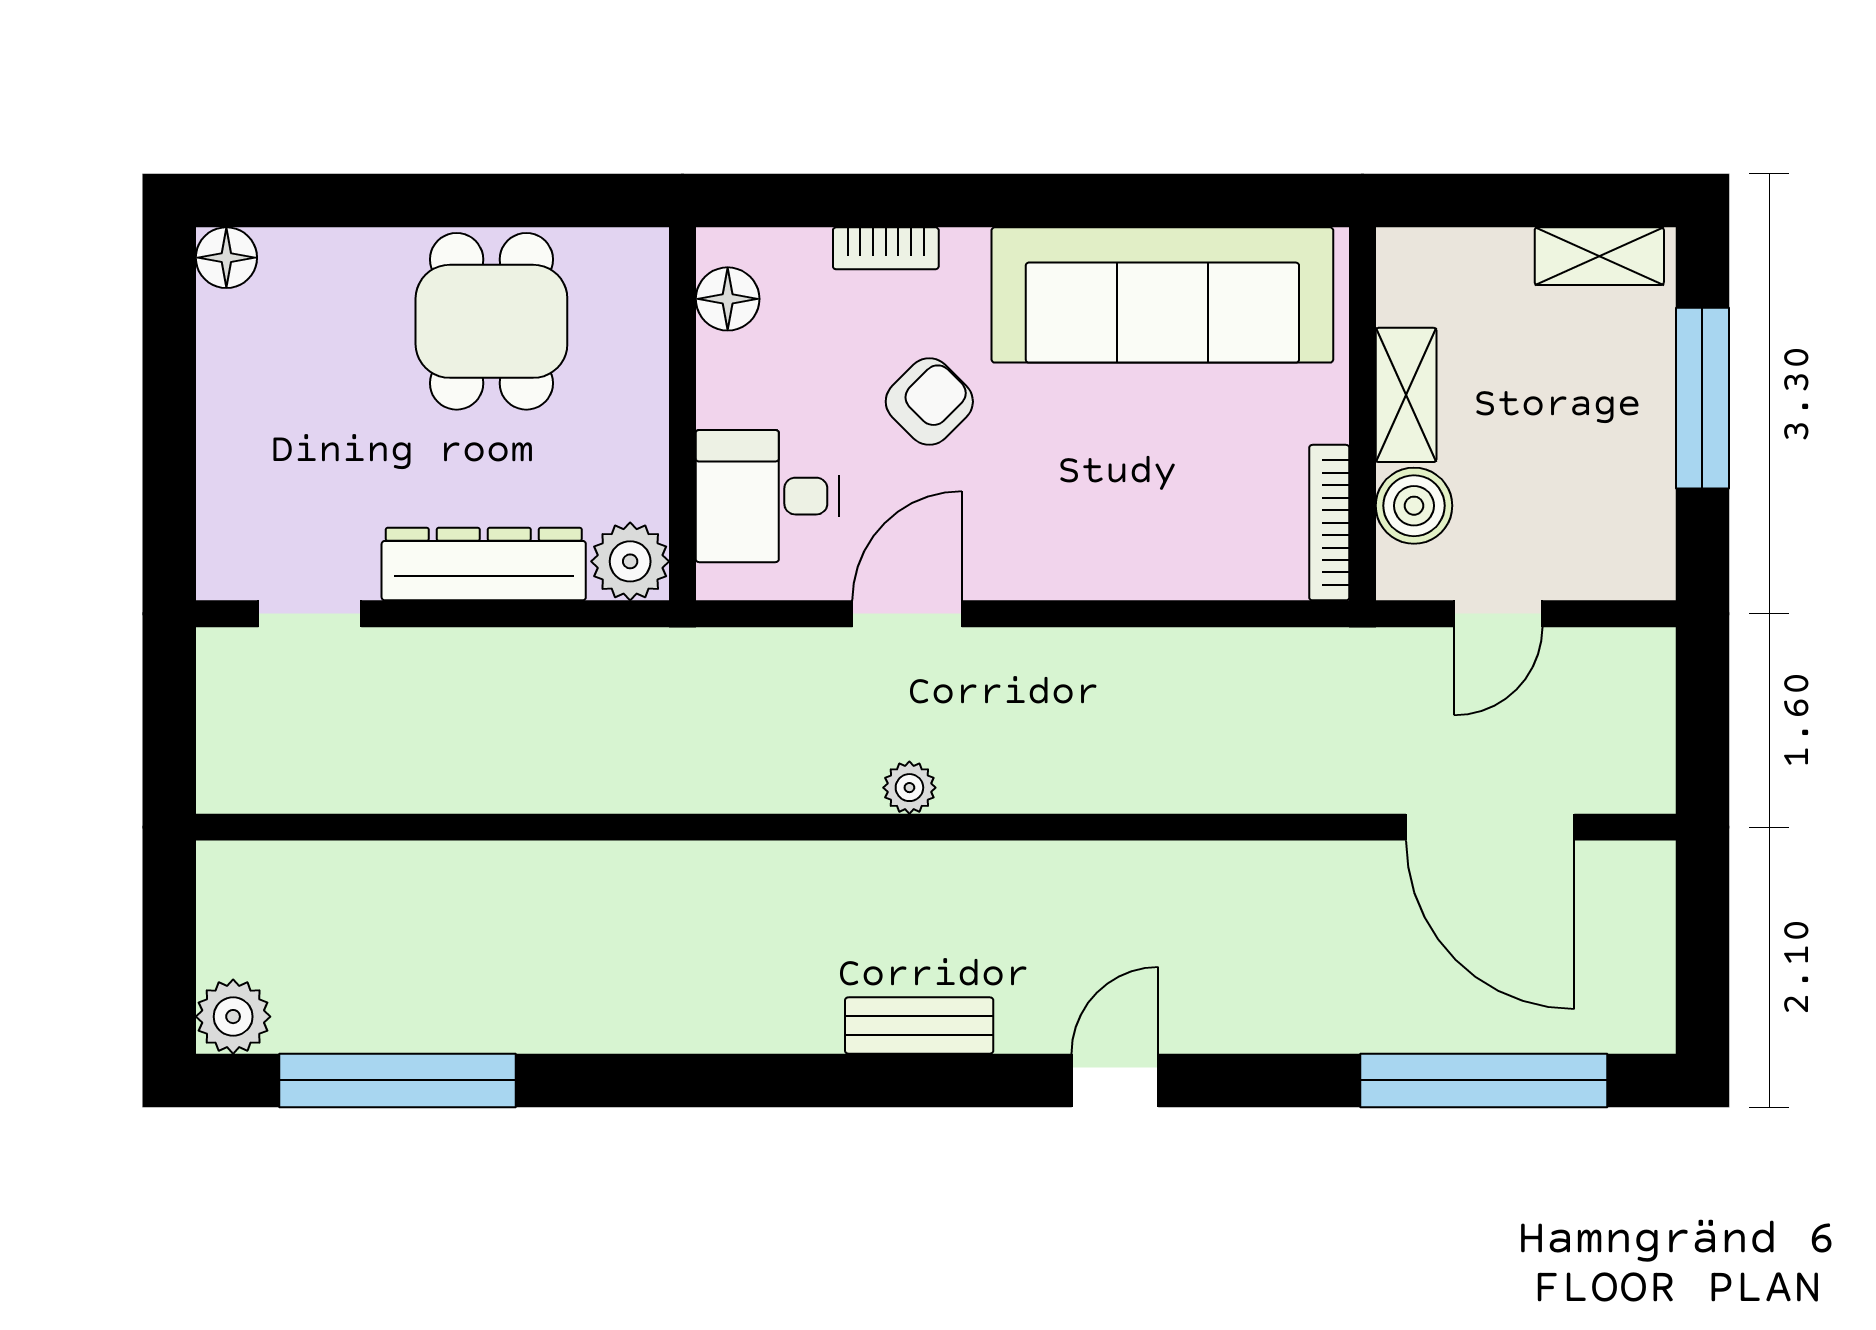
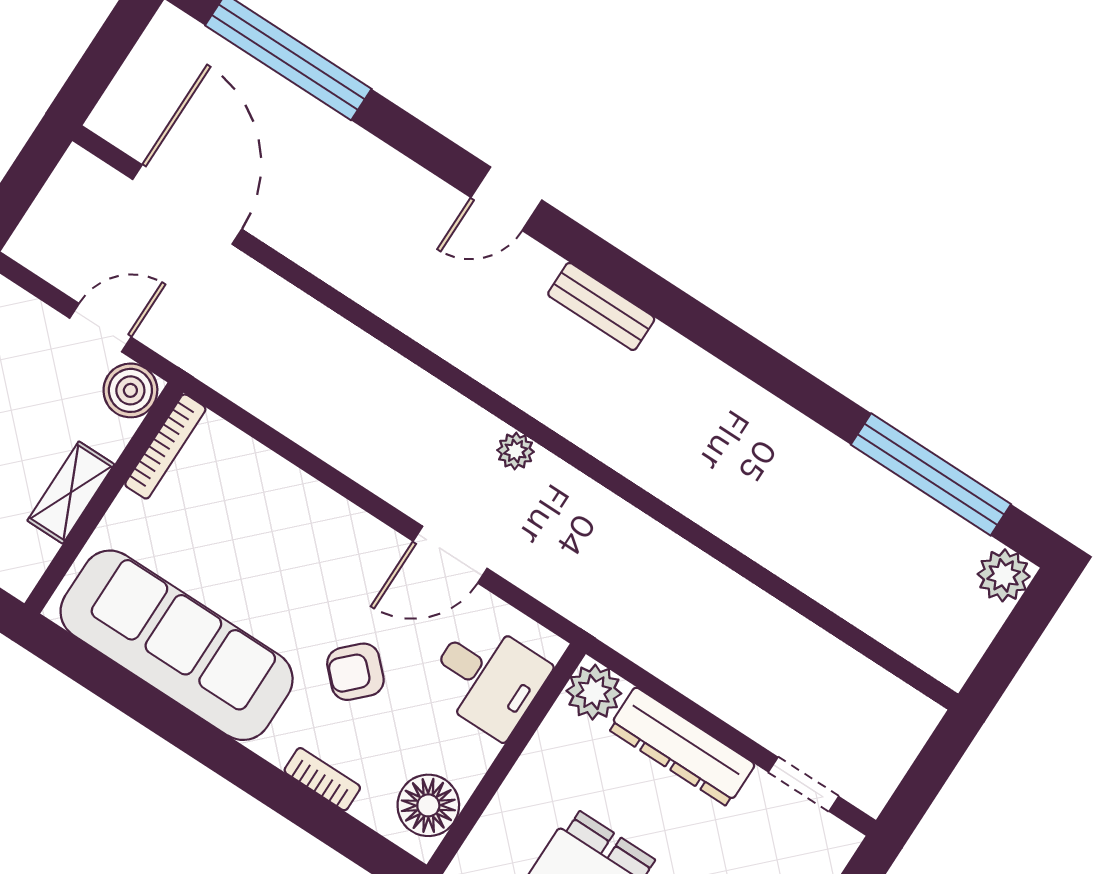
floor lamp: (728, 299) -> (428, 805), width x1.38, depth x1.38
boiler: (1414, 506) -> (130, 390), moved

